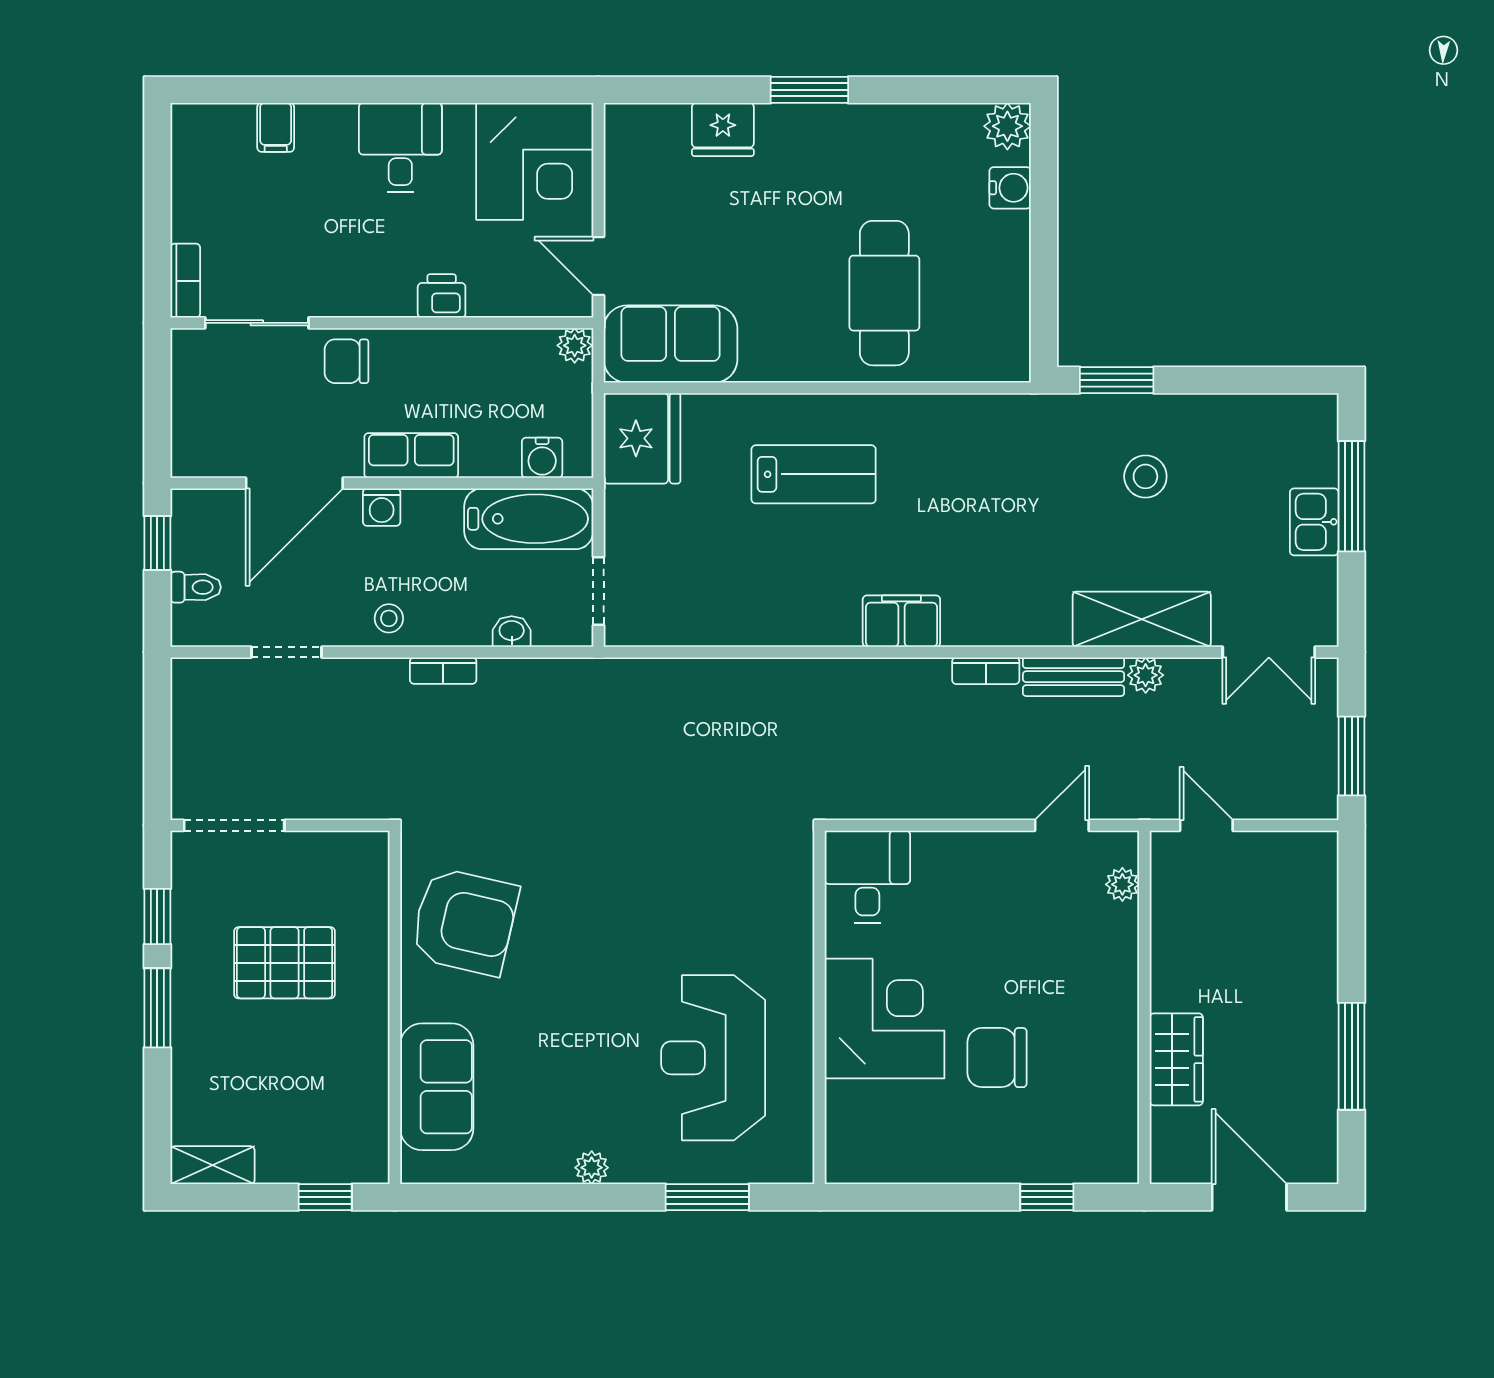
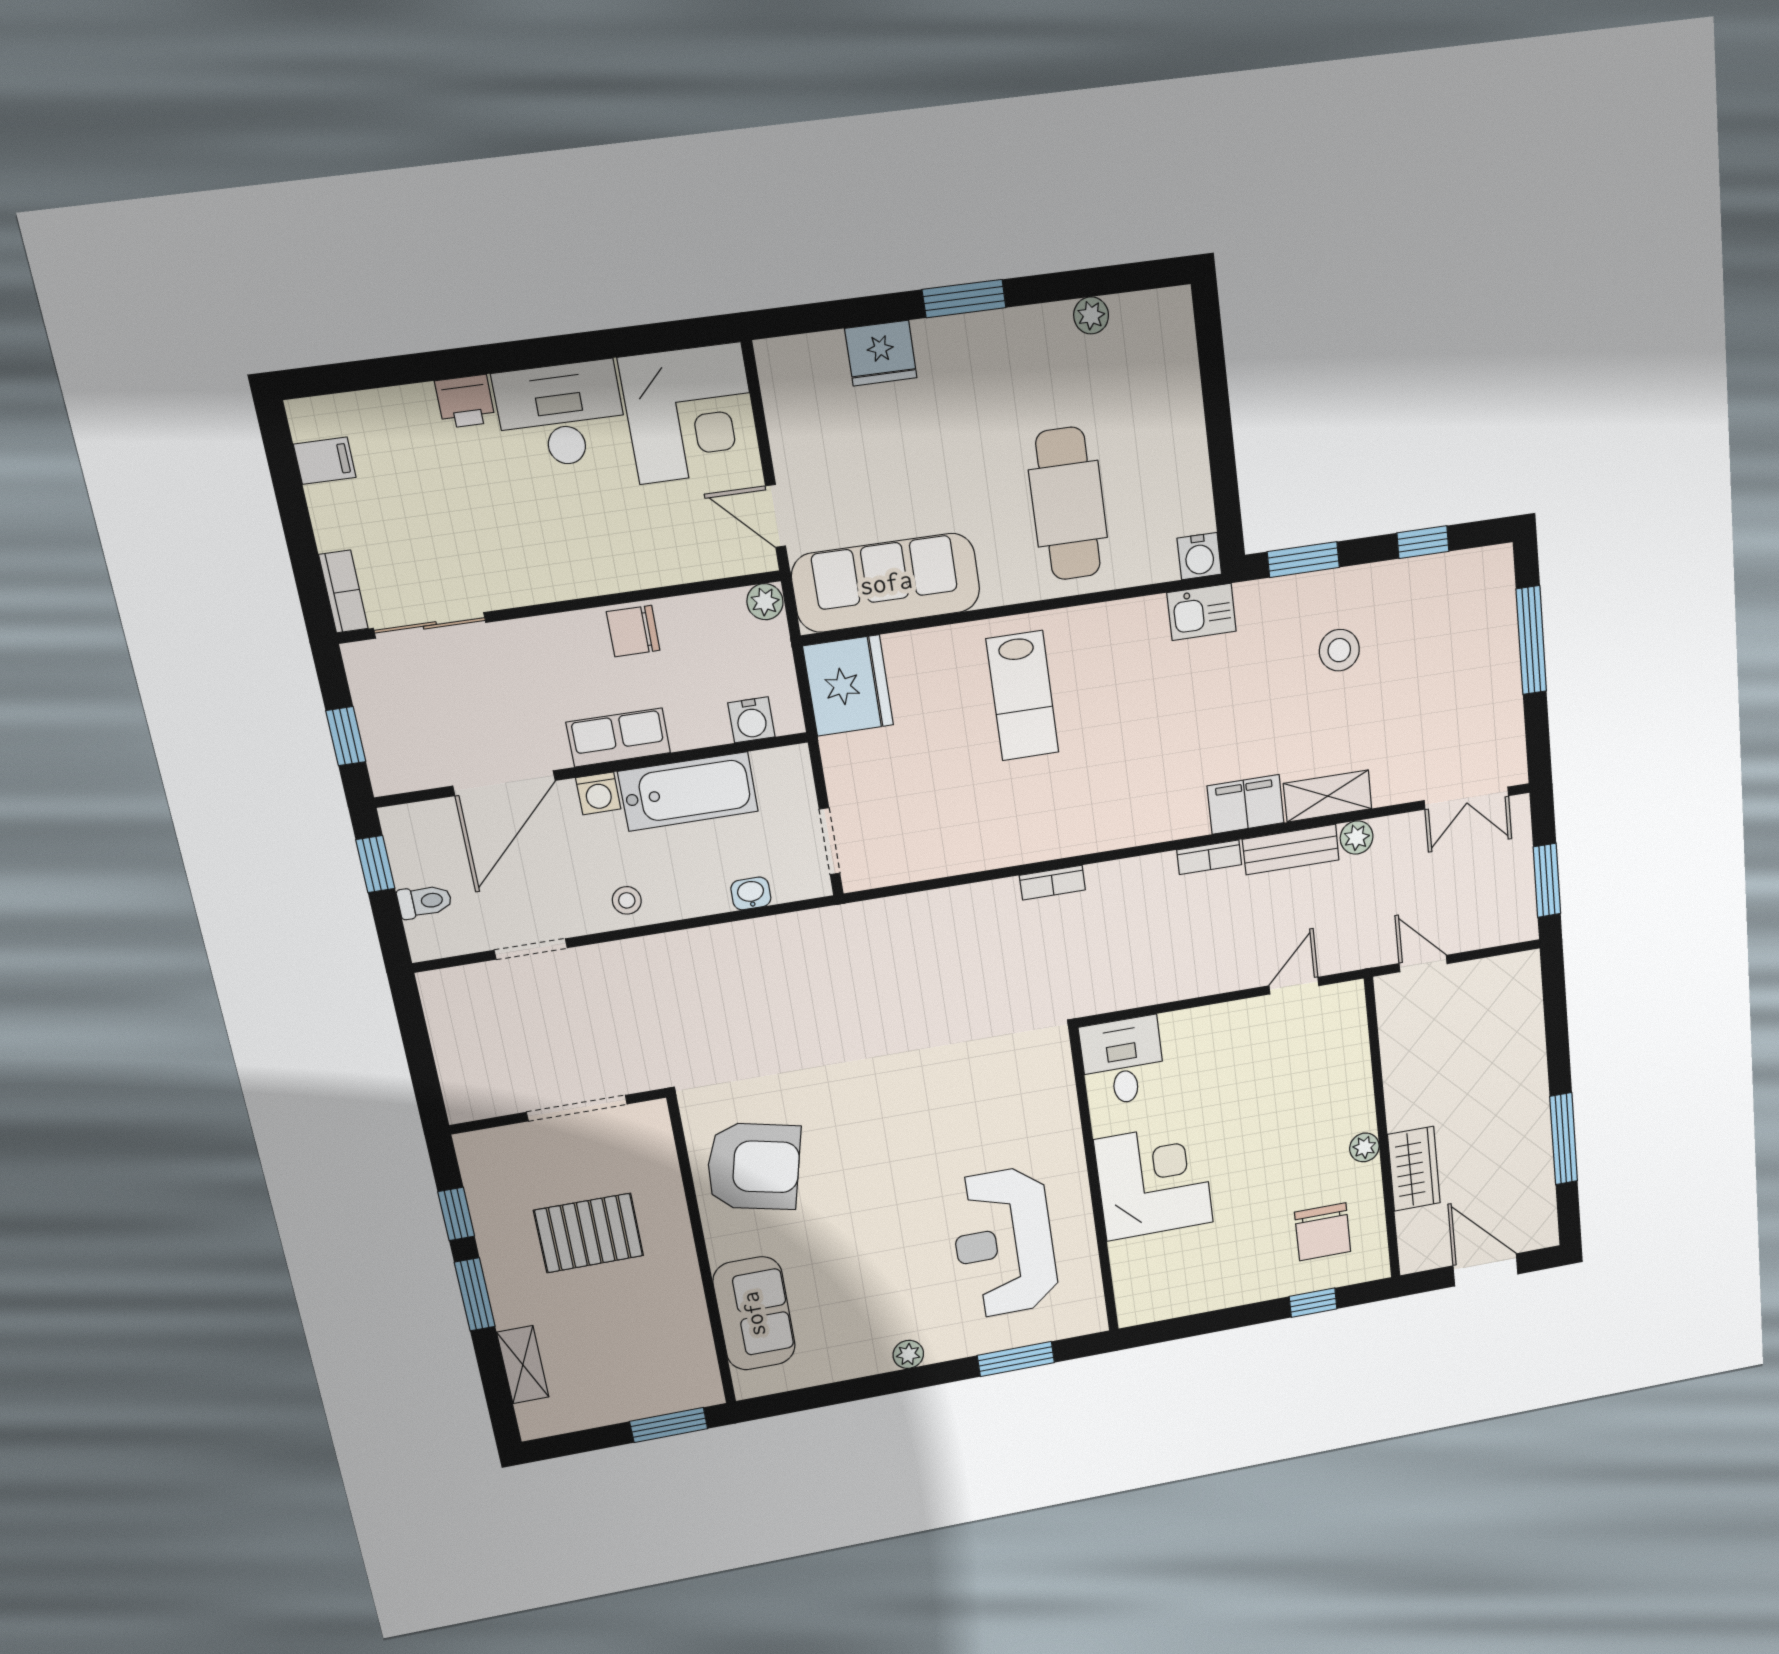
plant: (1007, 126) -> (1091, 315), moved, width x0.73, depth x0.73
filing cabinet: (276, 127) -> (325, 461), moved, turned -90
desk: (400, 147) -> (561, 415), width x1.37
water cooler: (1010, 188) -> (1199, 556), moved, turned 90
printer: (442, 296) -> (465, 401), moved, turned 180
sofa: (671, 344) -> (886, 583), width x1.36
chair: (346, 361) -> (633, 631), moved
window: (1243, 380) -> (1423, 542), added
window: (157, 415) -> (346, 736), added
lab bench: (814, 474) -> (1022, 696), turned 90
bathtub: (529, 519) -> (688, 791), moved
kitchen sink: (1314, 522) -> (1202, 612), moved, turned -90
shelving: (1142, 619) -> (1328, 796), width x0.67, depth x0.75
filing cabinet: (901, 621) -> (1246, 804), moved
bookcase: (443, 671) -> (1052, 883), moved
doorway: (234, 825) -> (577, 1108), moved
plant: (1122, 884) -> (1364, 1147), moved
chair: (997, 1058) -> (1323, 1232), moved, turned -90
shelving: (213, 1165) -> (523, 1365), moved, turned 90
window: (325, 1197) -> (669, 1425), width x1.50

